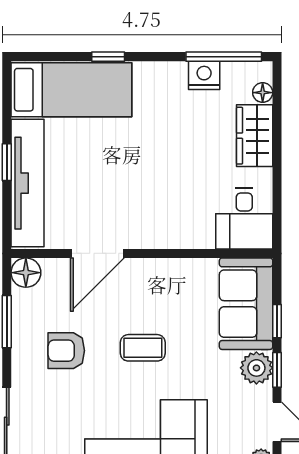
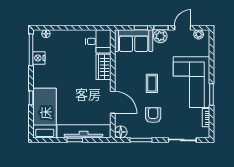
wardrobe: (255, 136) -> (103, 67), moved, turned 90
armchair: (66, 351) -> (153, 115), turned 180

